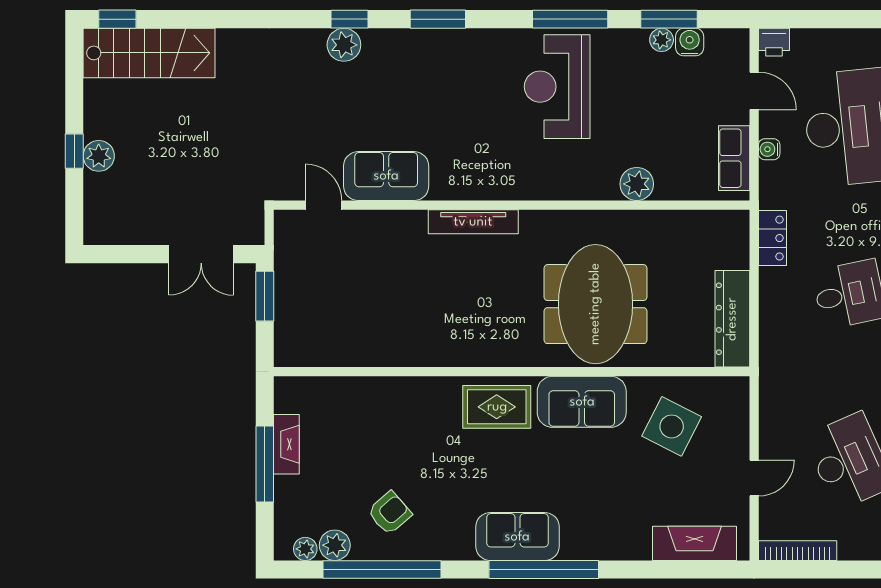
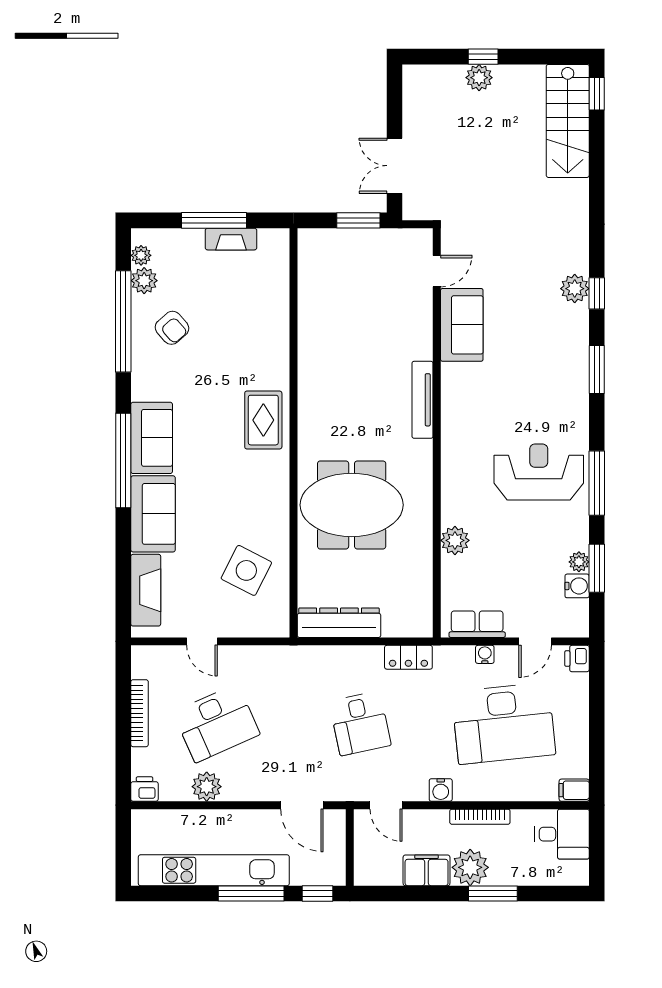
sofa: (582, 402) -> (153, 514), moved, turned 180
bookcase: (798, 551) -> (140, 713), moved

